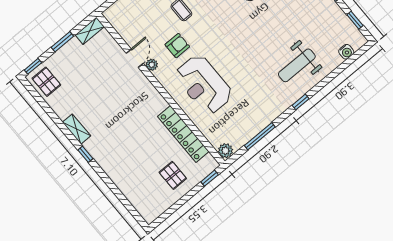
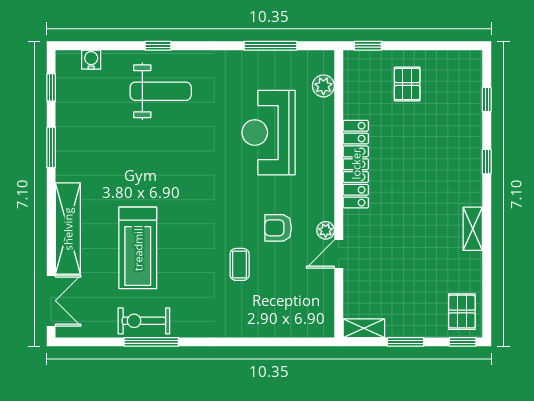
reception desk: (204, 85) -> (269, 133), moved, turned 180
window: (301, 102) -> (158, 46), moved
locker: (183, 134) -> (356, 164), moved
plant: (225, 151) -> (323, 86), moved
window: (85, 154) -> (487, 162), moved
window: (125, 202) -> (487, 100), added

